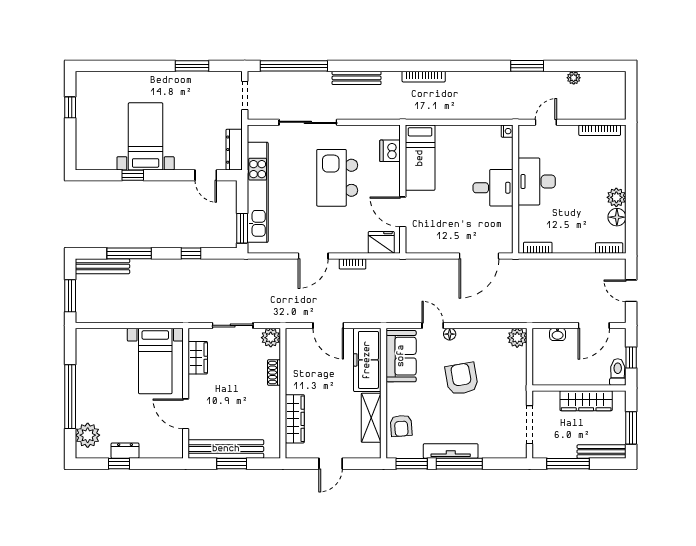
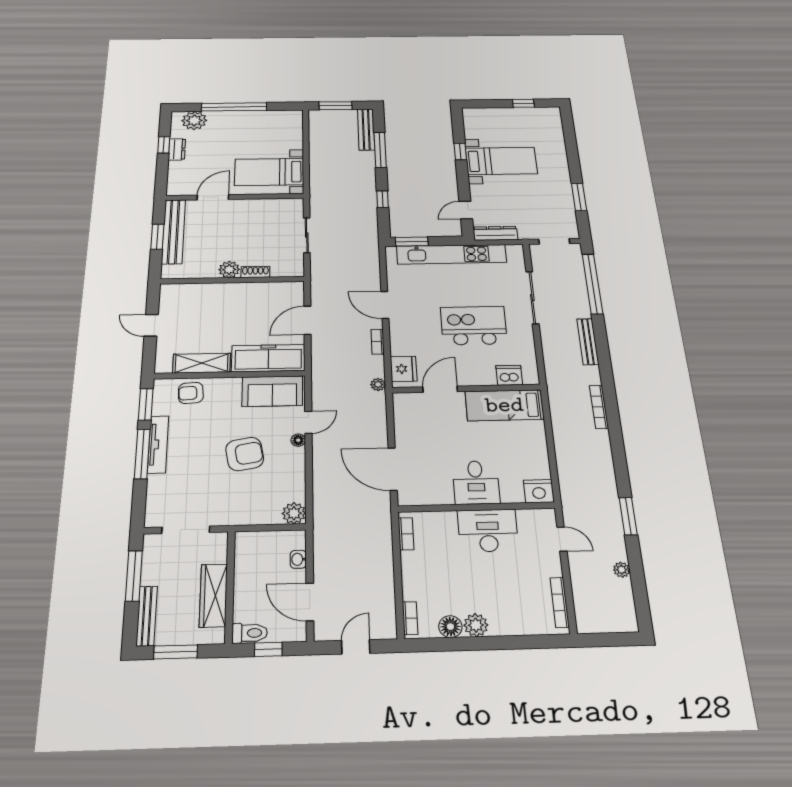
nightstand: (507, 131) -> (539, 491), width x1.89, depth x1.79
plant: (397, 265) -> (378, 384), added
plant: (271, 338) -> (229, 270), moved
wardrobe: (198, 358) -> (272, 206), removed
wardrobe: (295, 419) -> (203, 292), removed

